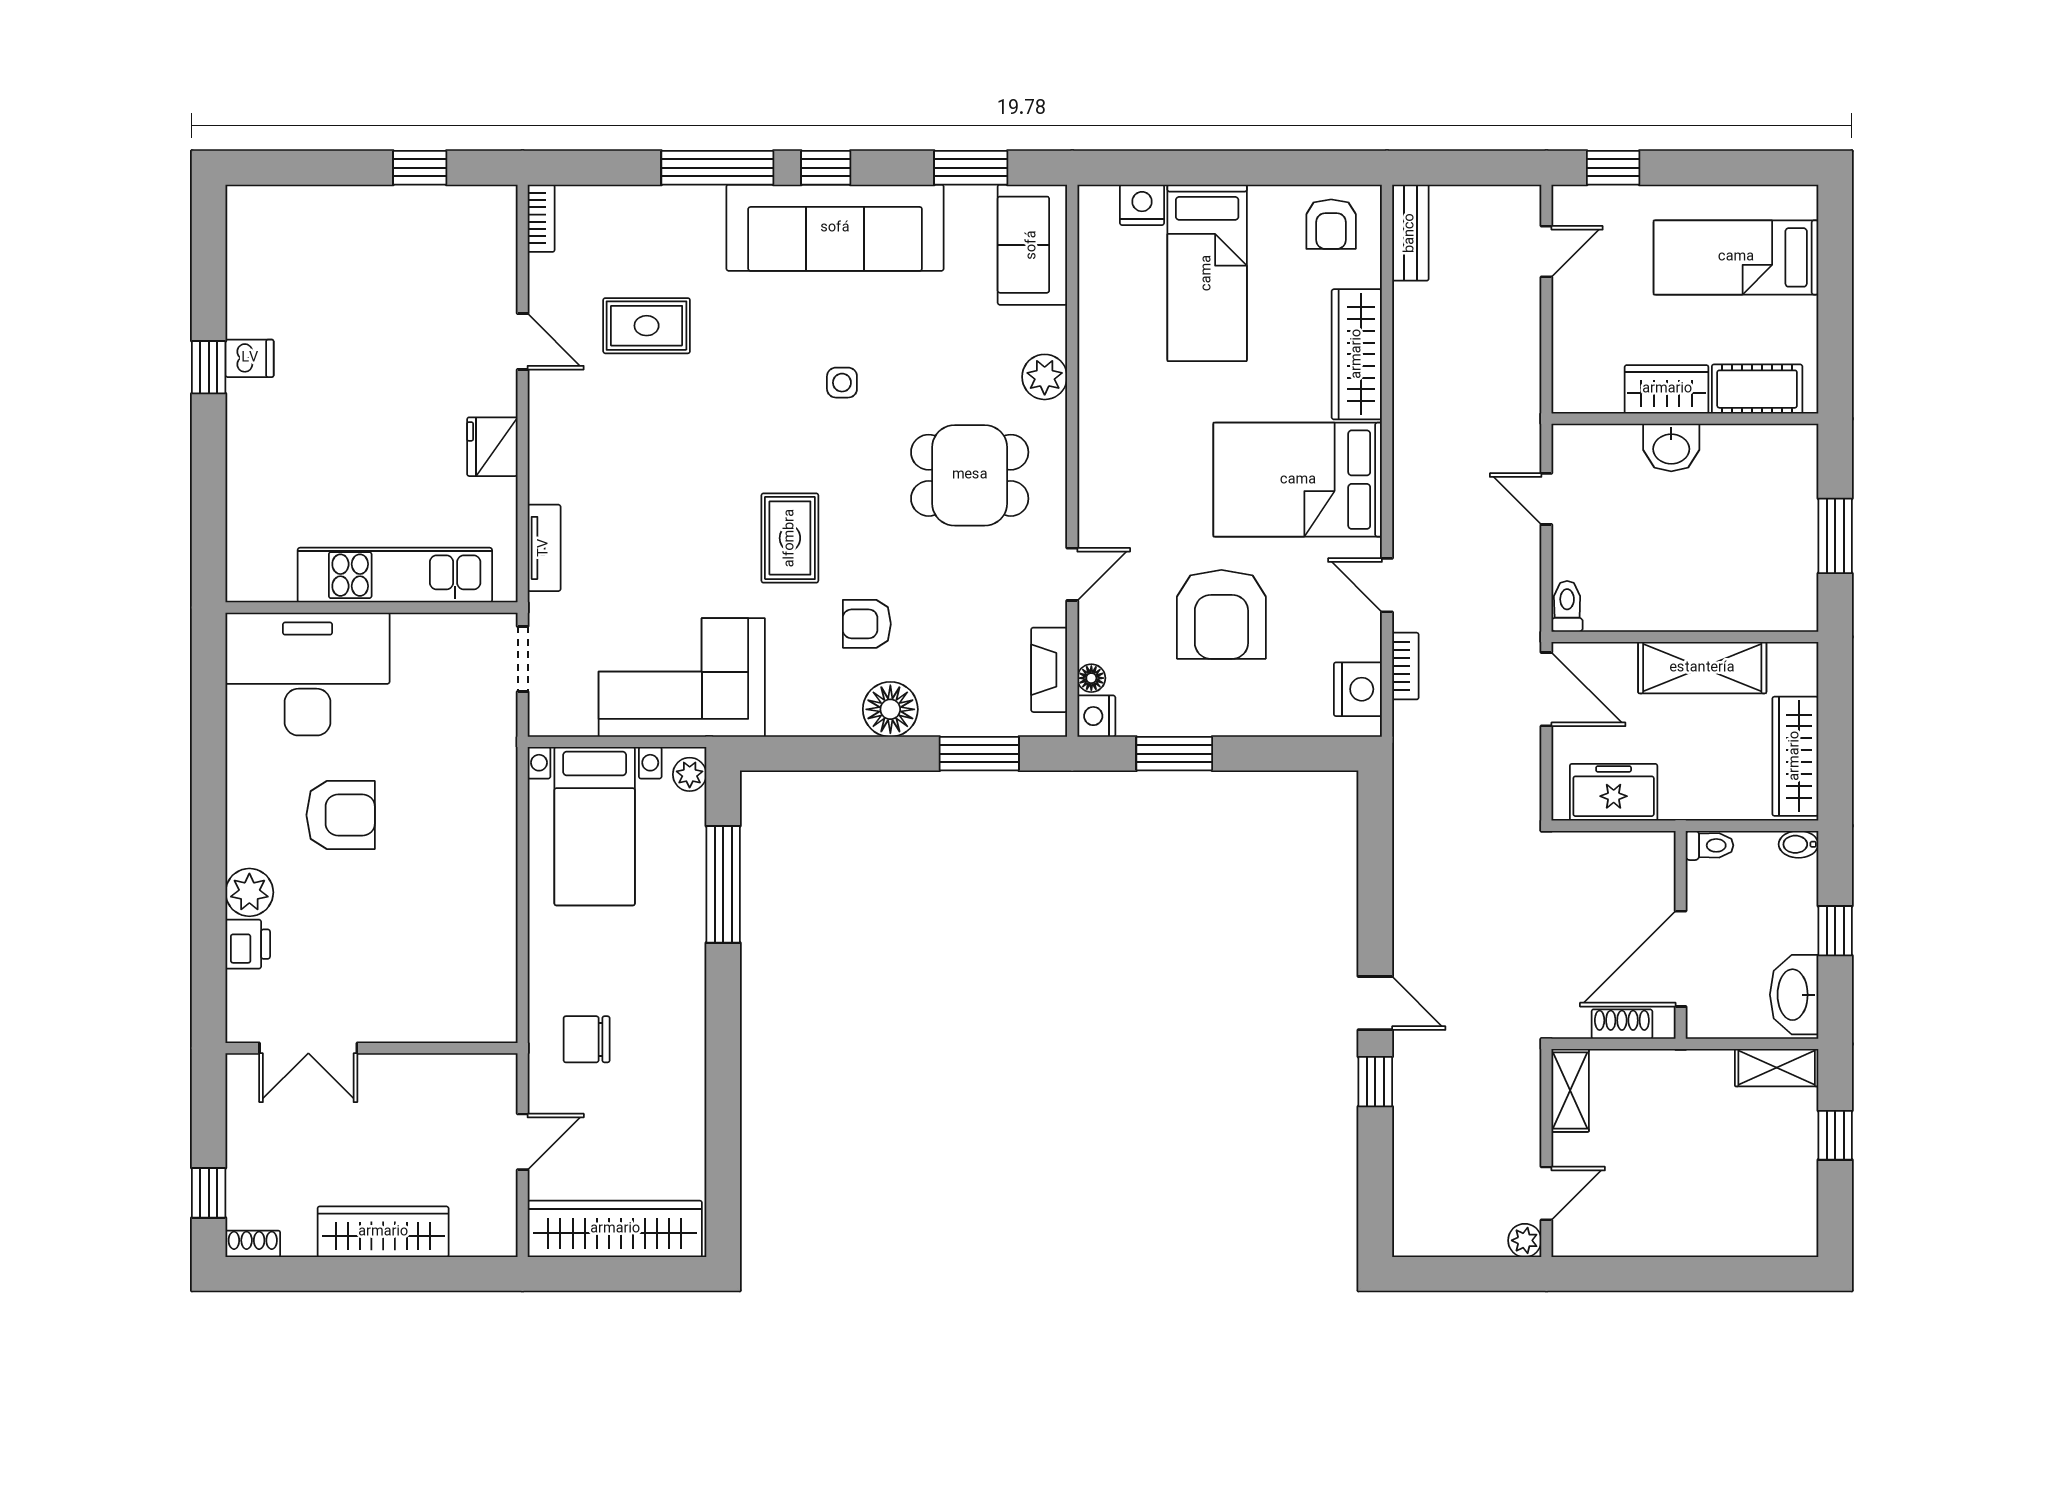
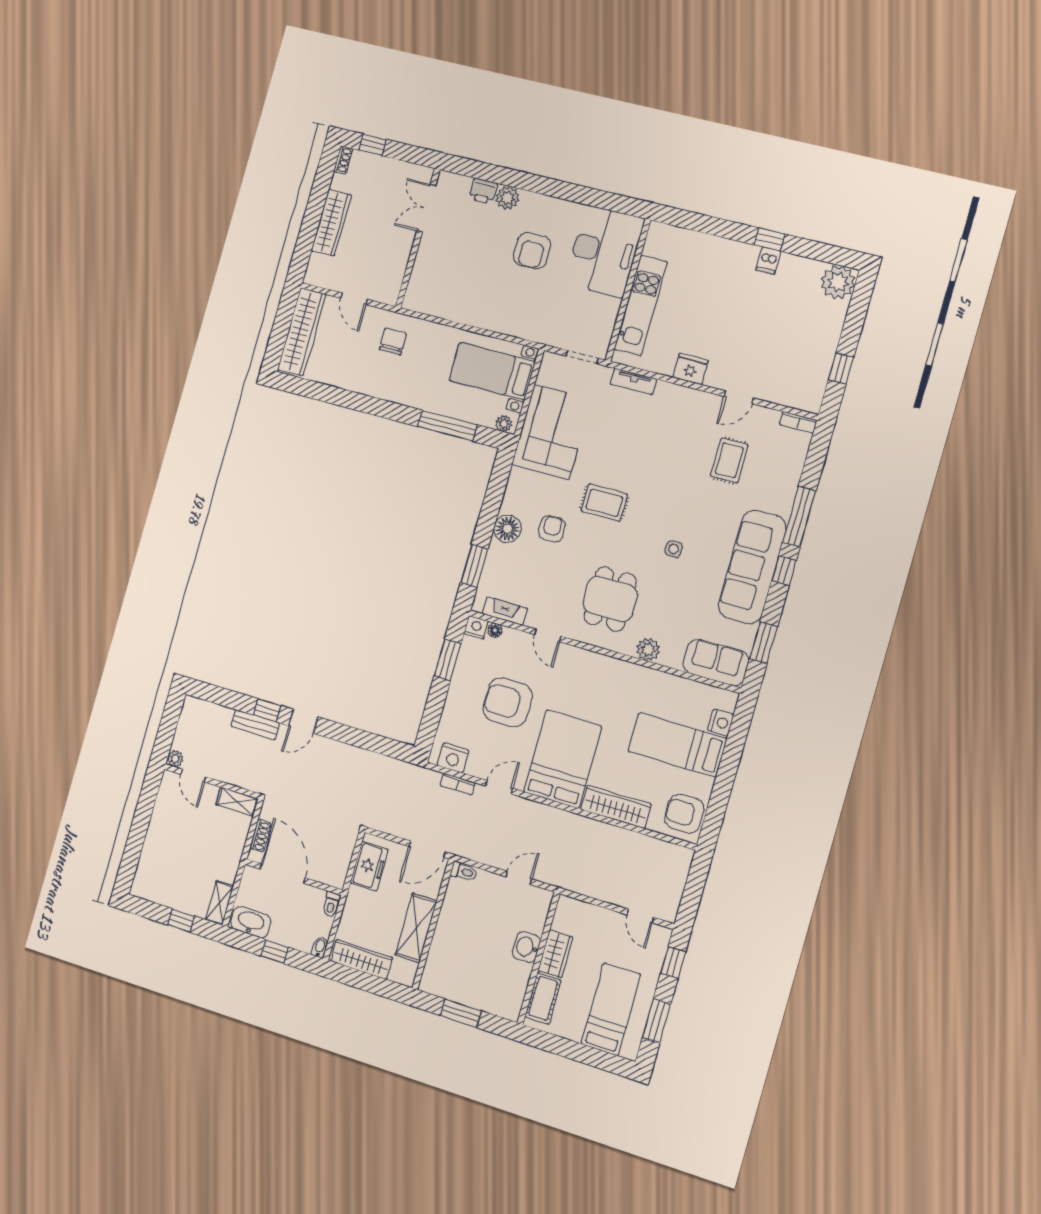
window: (1730, 168) -> (656, 1021), added
plant: (259, 218) -> (838, 282), added
armchair: (1331, 224) -> (684, 814), width x1.38, depth x1.38
bench: (1410, 233) -> (255, 725), moved

